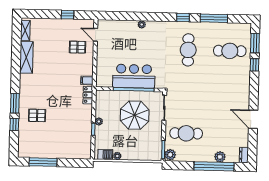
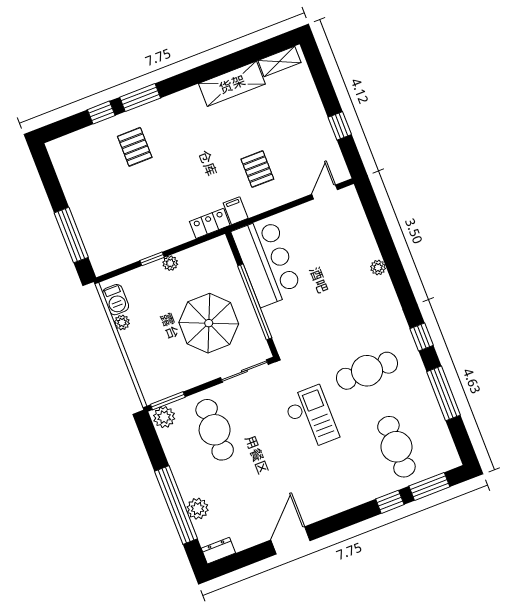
pallet: (77, 47) -> (257, 169), moved
bar counter: (134, 76) -> (267, 262), moved
checkout: (199, 85) -> (311, 418), added
window: (43, 162) -> (71, 235), moved

